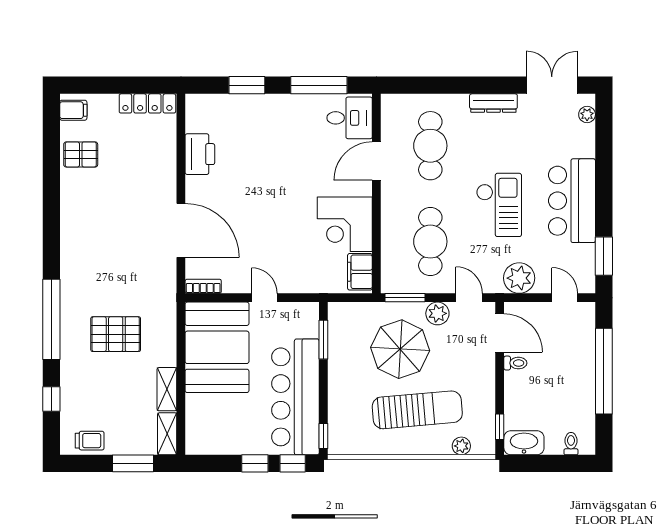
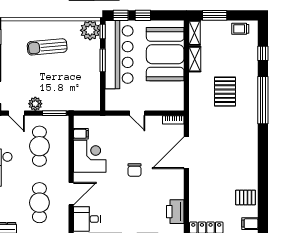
printer: (200, 154) -> (175, 212), moved
chair: (269, 201) -> (134, 170), added
door: (181, 230) -> (186, 153), hinge flipped
filing cabinet: (360, 272) -> (81, 134), width x0.50
pallet: (116, 334) -> (225, 92), turned 90
window: (323, 340) -> (103, 60), moved
booth: (217, 347) -> (165, 54), moved
parasol: (400, 349) -> (57, 83), removed
sun lounger: (417, 410) -> (47, 47), width x0.73, depth x0.75
plant: (461, 446) -> (90, 30), moved, width x1.88, depth x1.88

